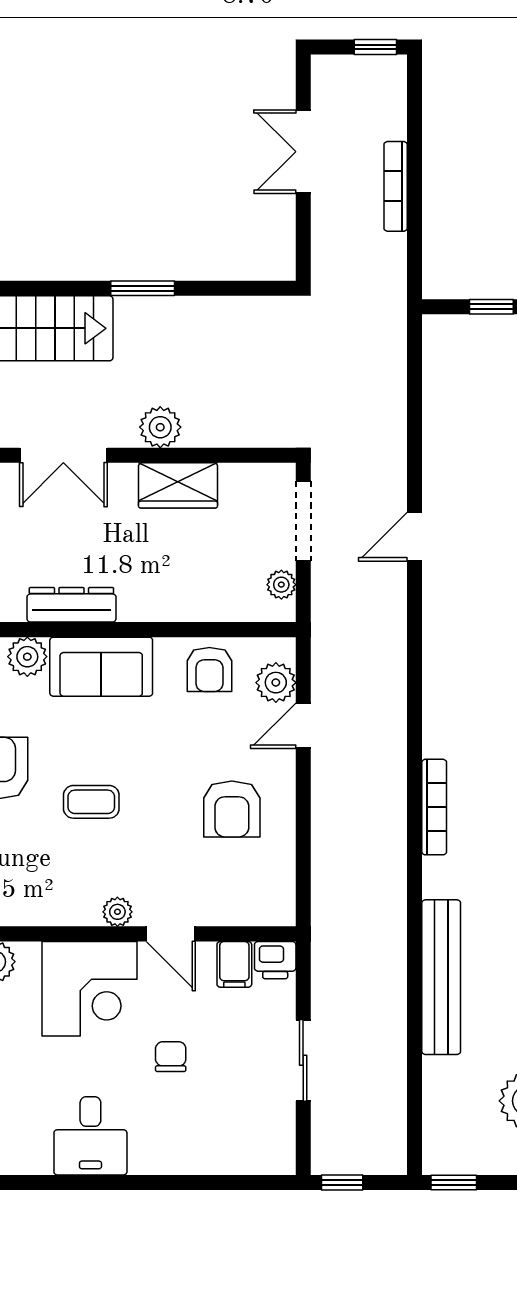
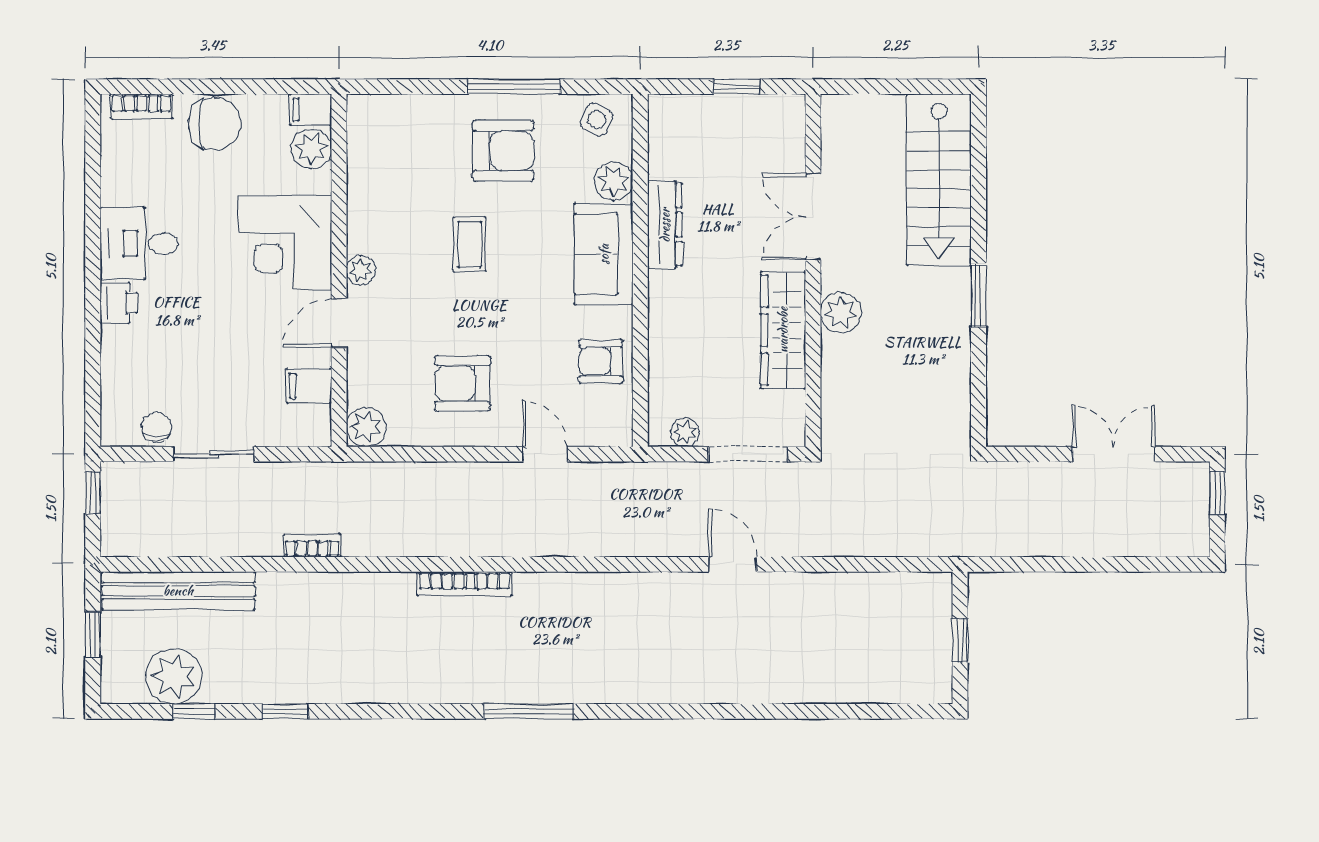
window: (375, 47) -> (1217, 493), moved
bookcase: (396, 186) -> (312, 546), moved, width x0.64
wardrobe: (178, 485) -> (783, 330), width x1.50
plant: (276, 683) -> (366, 427), moved
printer: (275, 960) -> (119, 303), moved, turned 180
bench: (441, 977) -> (178, 591), moved
chair: (171, 1057) -> (156, 427), moved, turned -90
window: (454, 1183) -> (93, 635), moved

